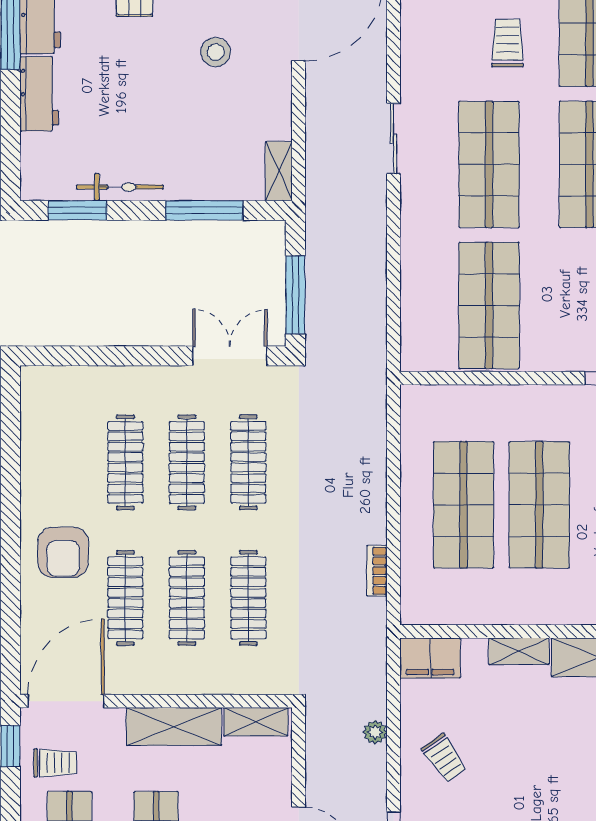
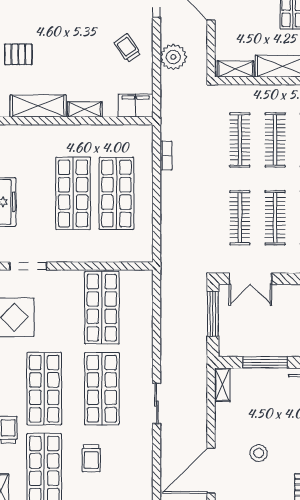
plant: (375, 732) -> (173, 57), width x1.88, depth x1.88

